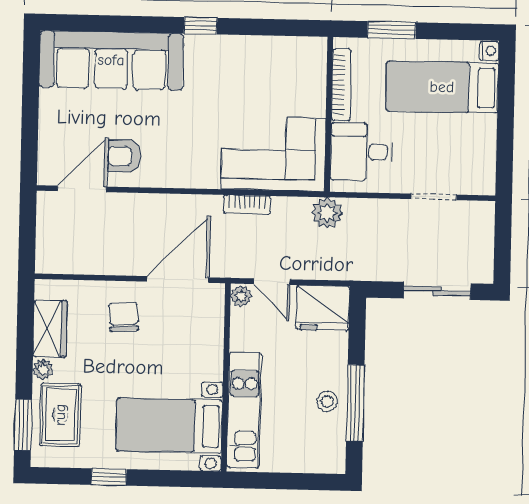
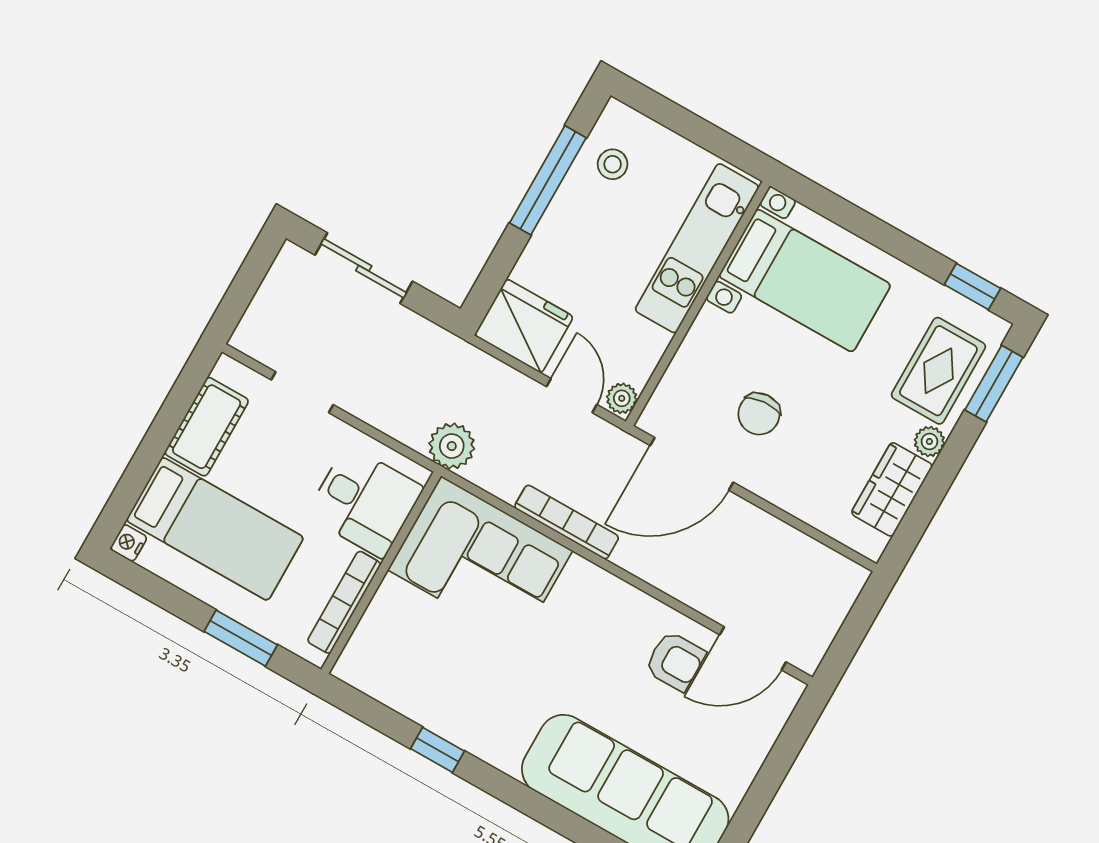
window: (200, 26) -> (437, 750), moved
cot: (480, 145) -> (207, 427), added
bookcase: (247, 205) -> (567, 522), width x1.56
chair: (124, 317) -> (759, 414), moved
stool: (327, 401) -> (613, 164), moved
window: (109, 477) -> (972, 286), moved

